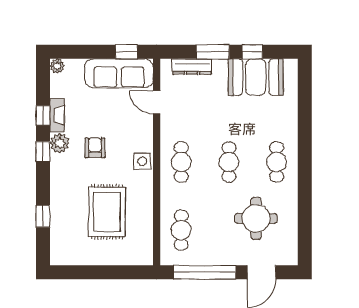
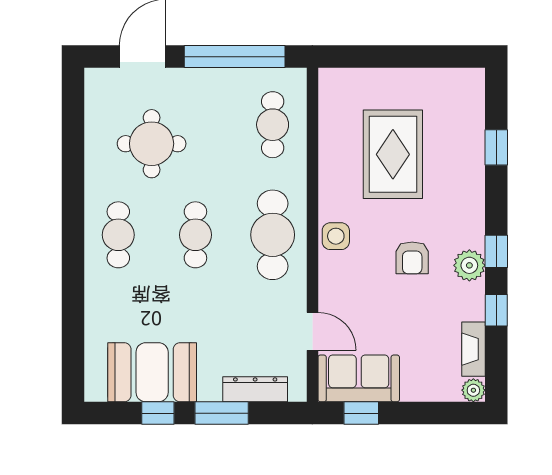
sofa: (119, 73) -> (359, 378), width x0.73
fireplace: (57, 115) -> (474, 349), moved
cafe table: (181, 162) -> (273, 235), width x1.37, depth x1.35

